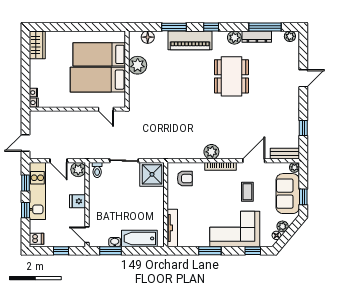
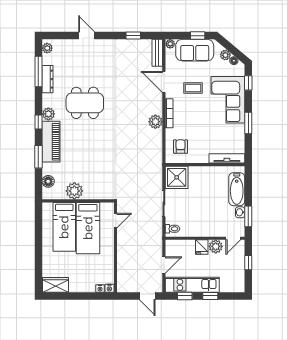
plant: (234, 38) -> (48, 114), moved
plant: (78, 170) -> (216, 246), moved
dishwasher: (36, 239) -> (237, 286), removed

